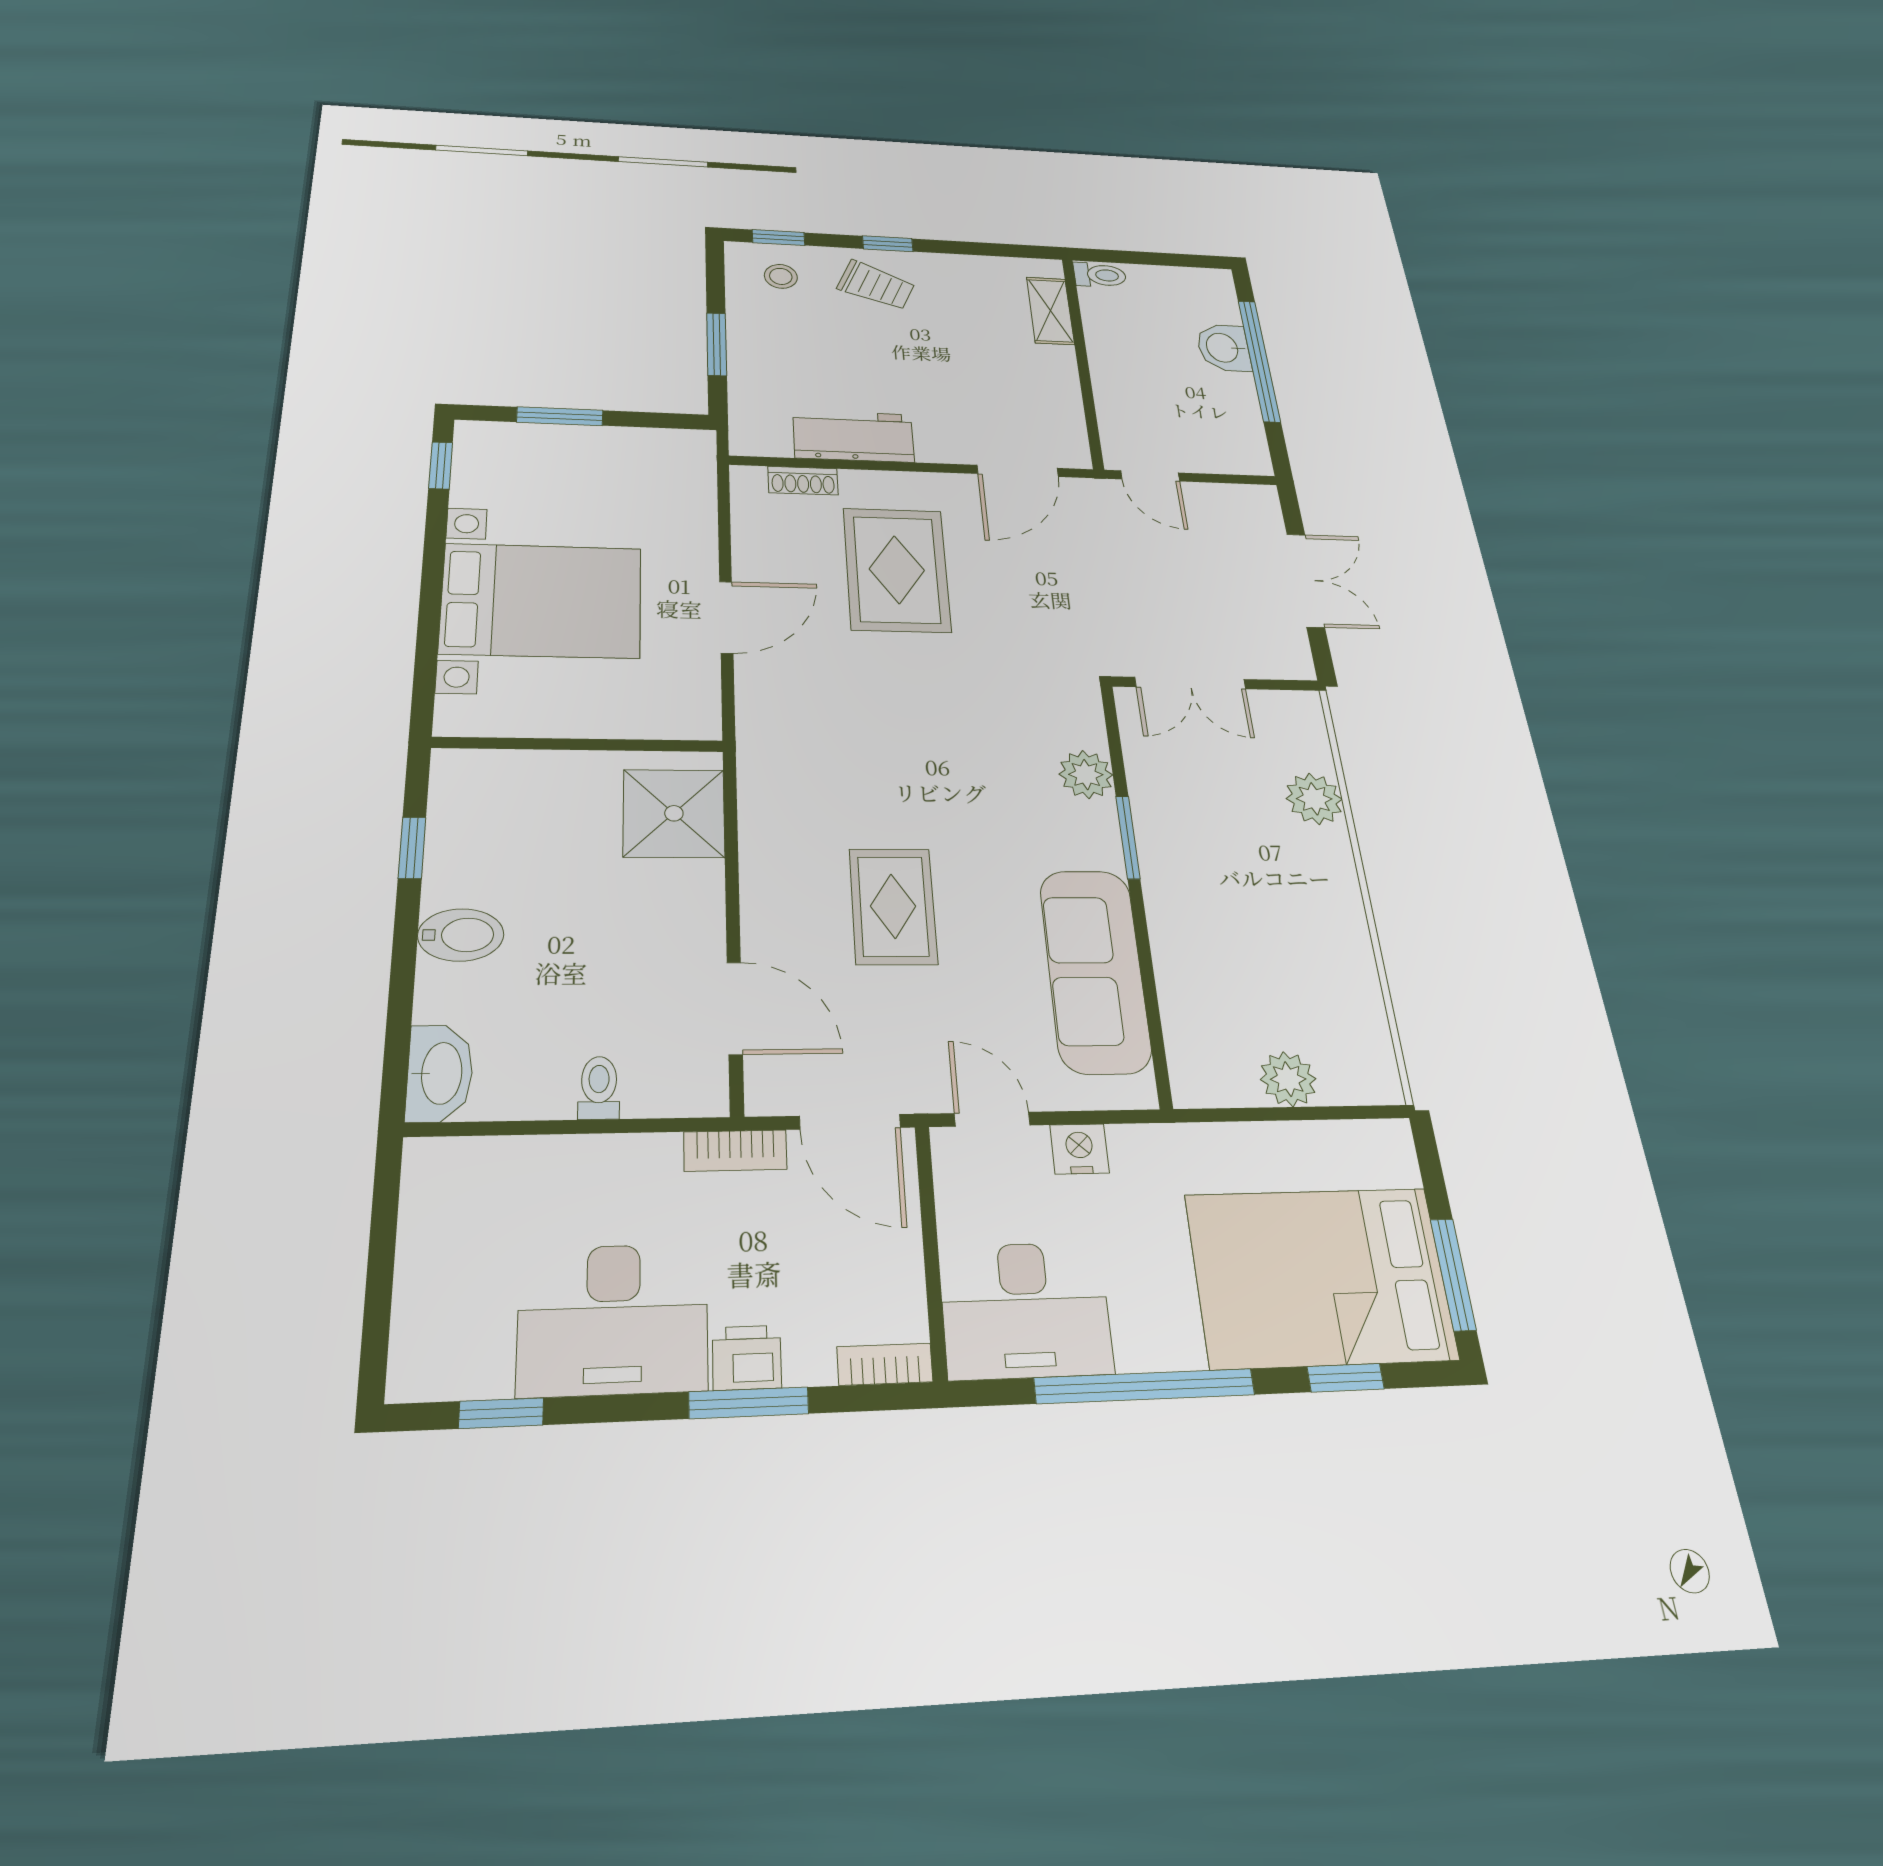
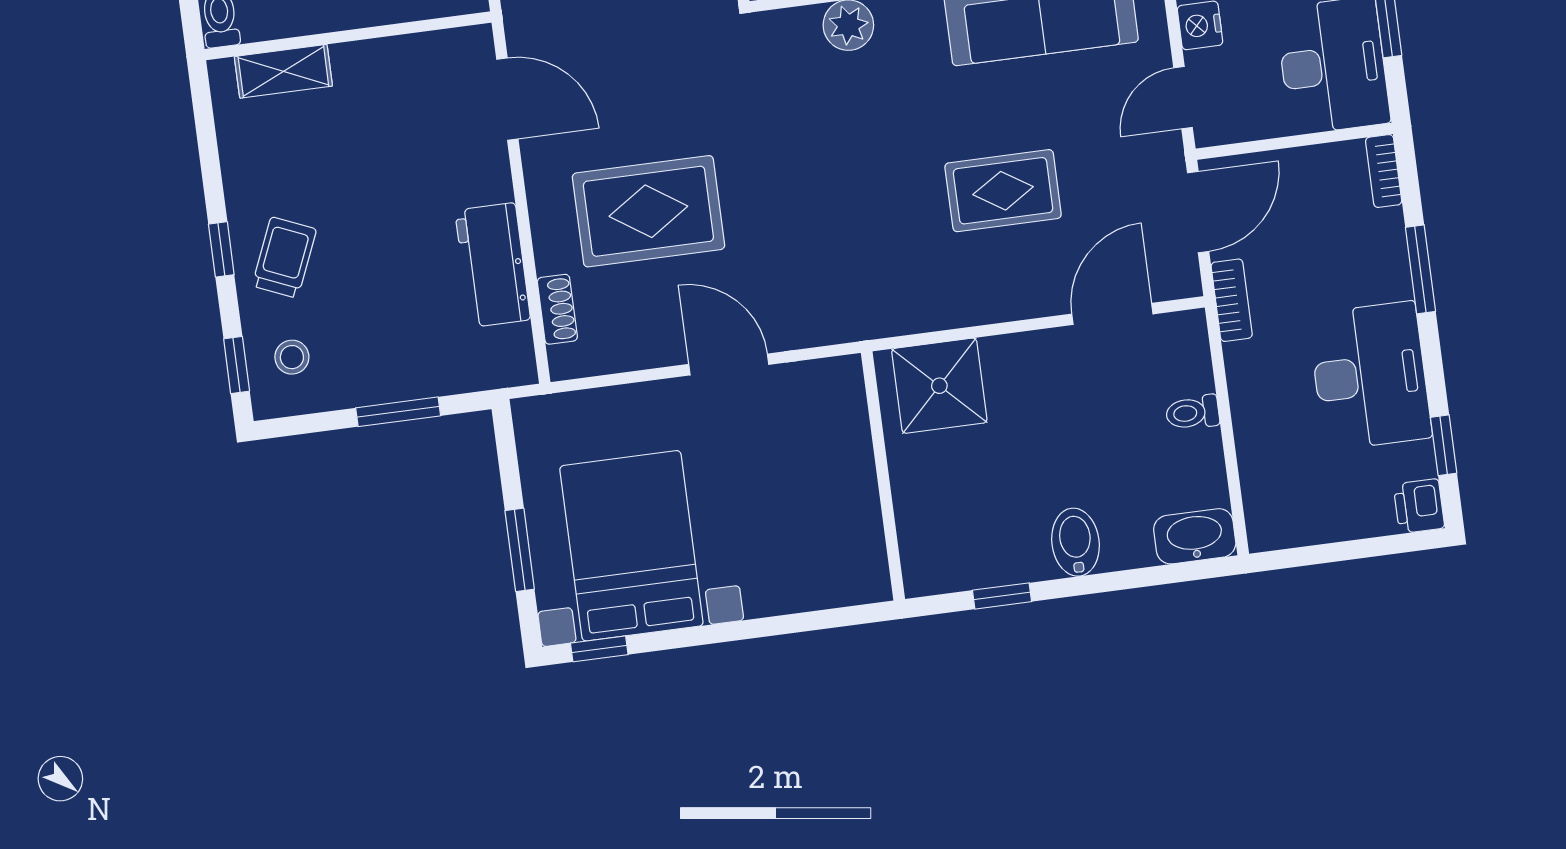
bed with nightstands: (542, 600) -> (631, 546), moved
printer: (747, 1358) -> (1419, 506), moved

